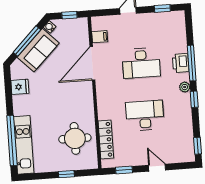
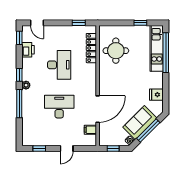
printer: (181, 63) -> (28, 50), moved
desk: (145, 115) -> (59, 65), turned -90
door: (157, 168) -> (37, 23), moved
window: (66, 174) -> (140, 23), moved

